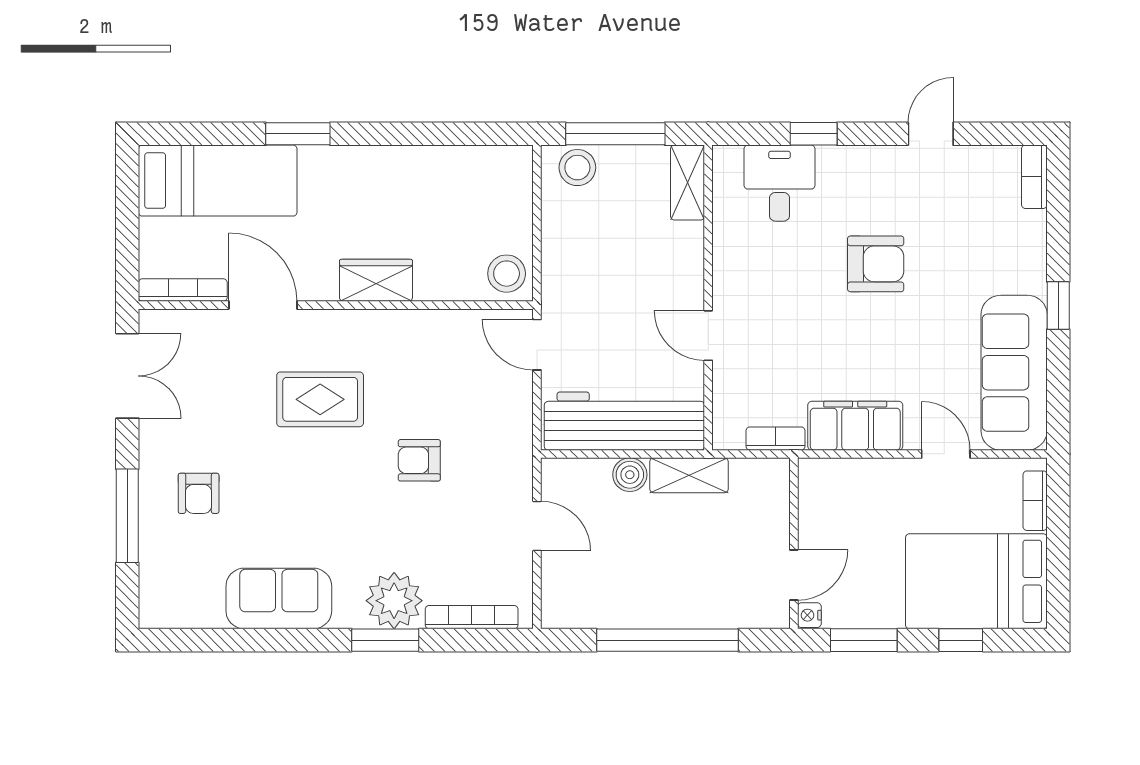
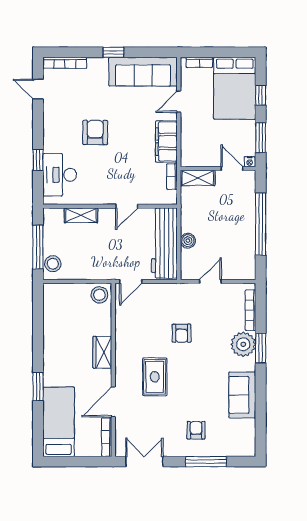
door: (931, 134) -> (38, 89), moved
bookcase: (1034, 177) -> (65, 63), width x1.56
shelving: (688, 183) -> (81, 215), moved
desk: (780, 183) -> (60, 175), width x1.37
shelving: (689, 475) -> (198, 178), moved, turned 90
armchair: (199, 493) -> (196, 430), turned -90

